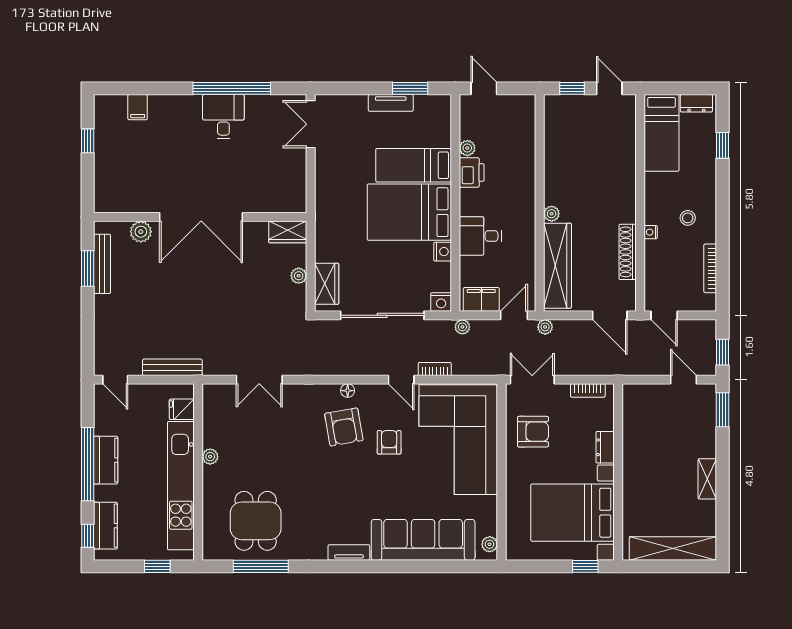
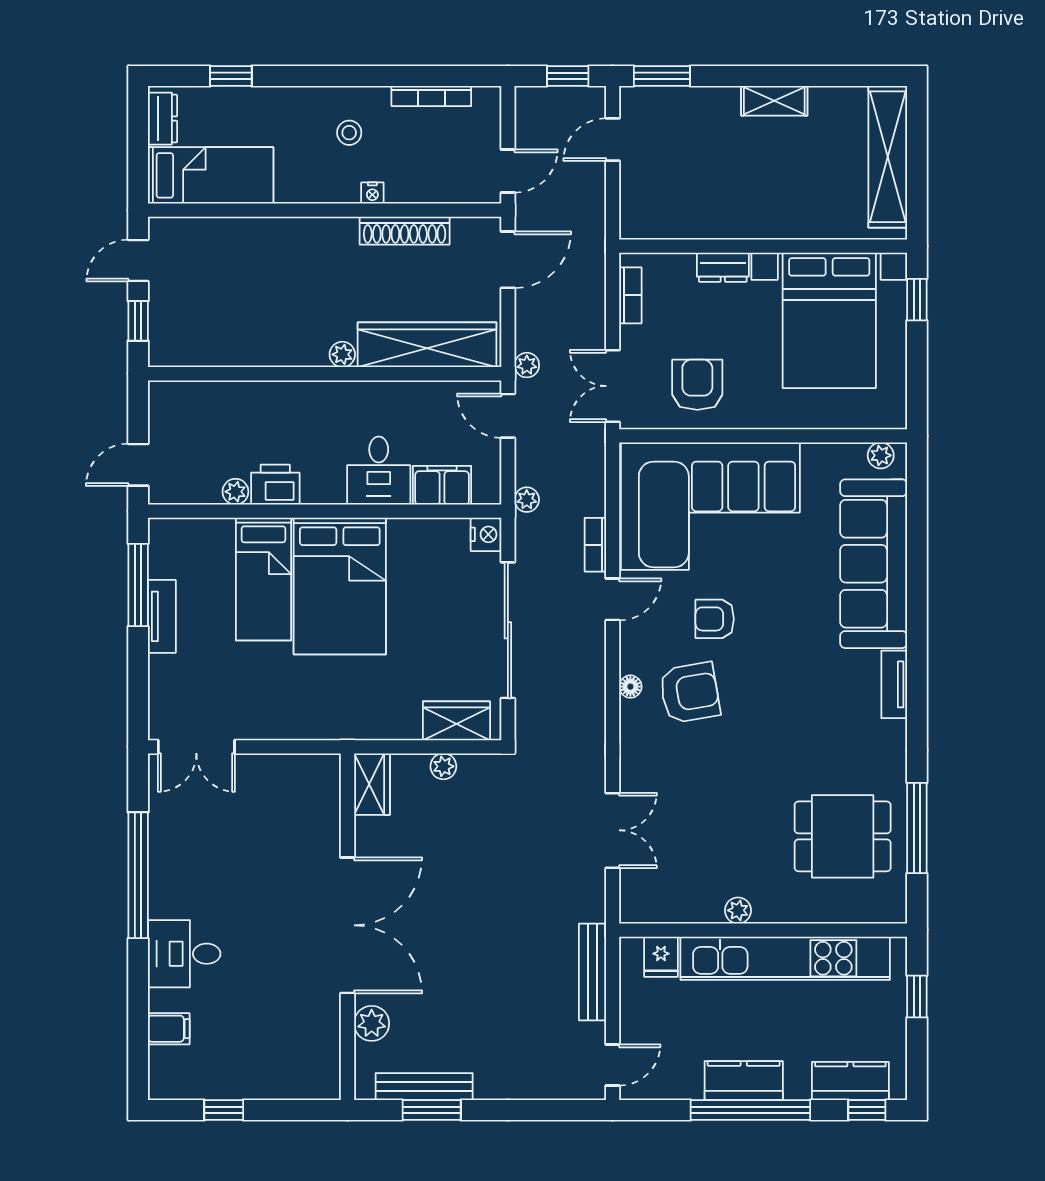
window: (410, 88) -> (138, 585), width x1.44
desk: (223, 117) -> (184, 954), moved
nightstand: (443, 252) -> (404, 532), removed
filing cabinet: (481, 299) -> (442, 485), moved, turned 90

